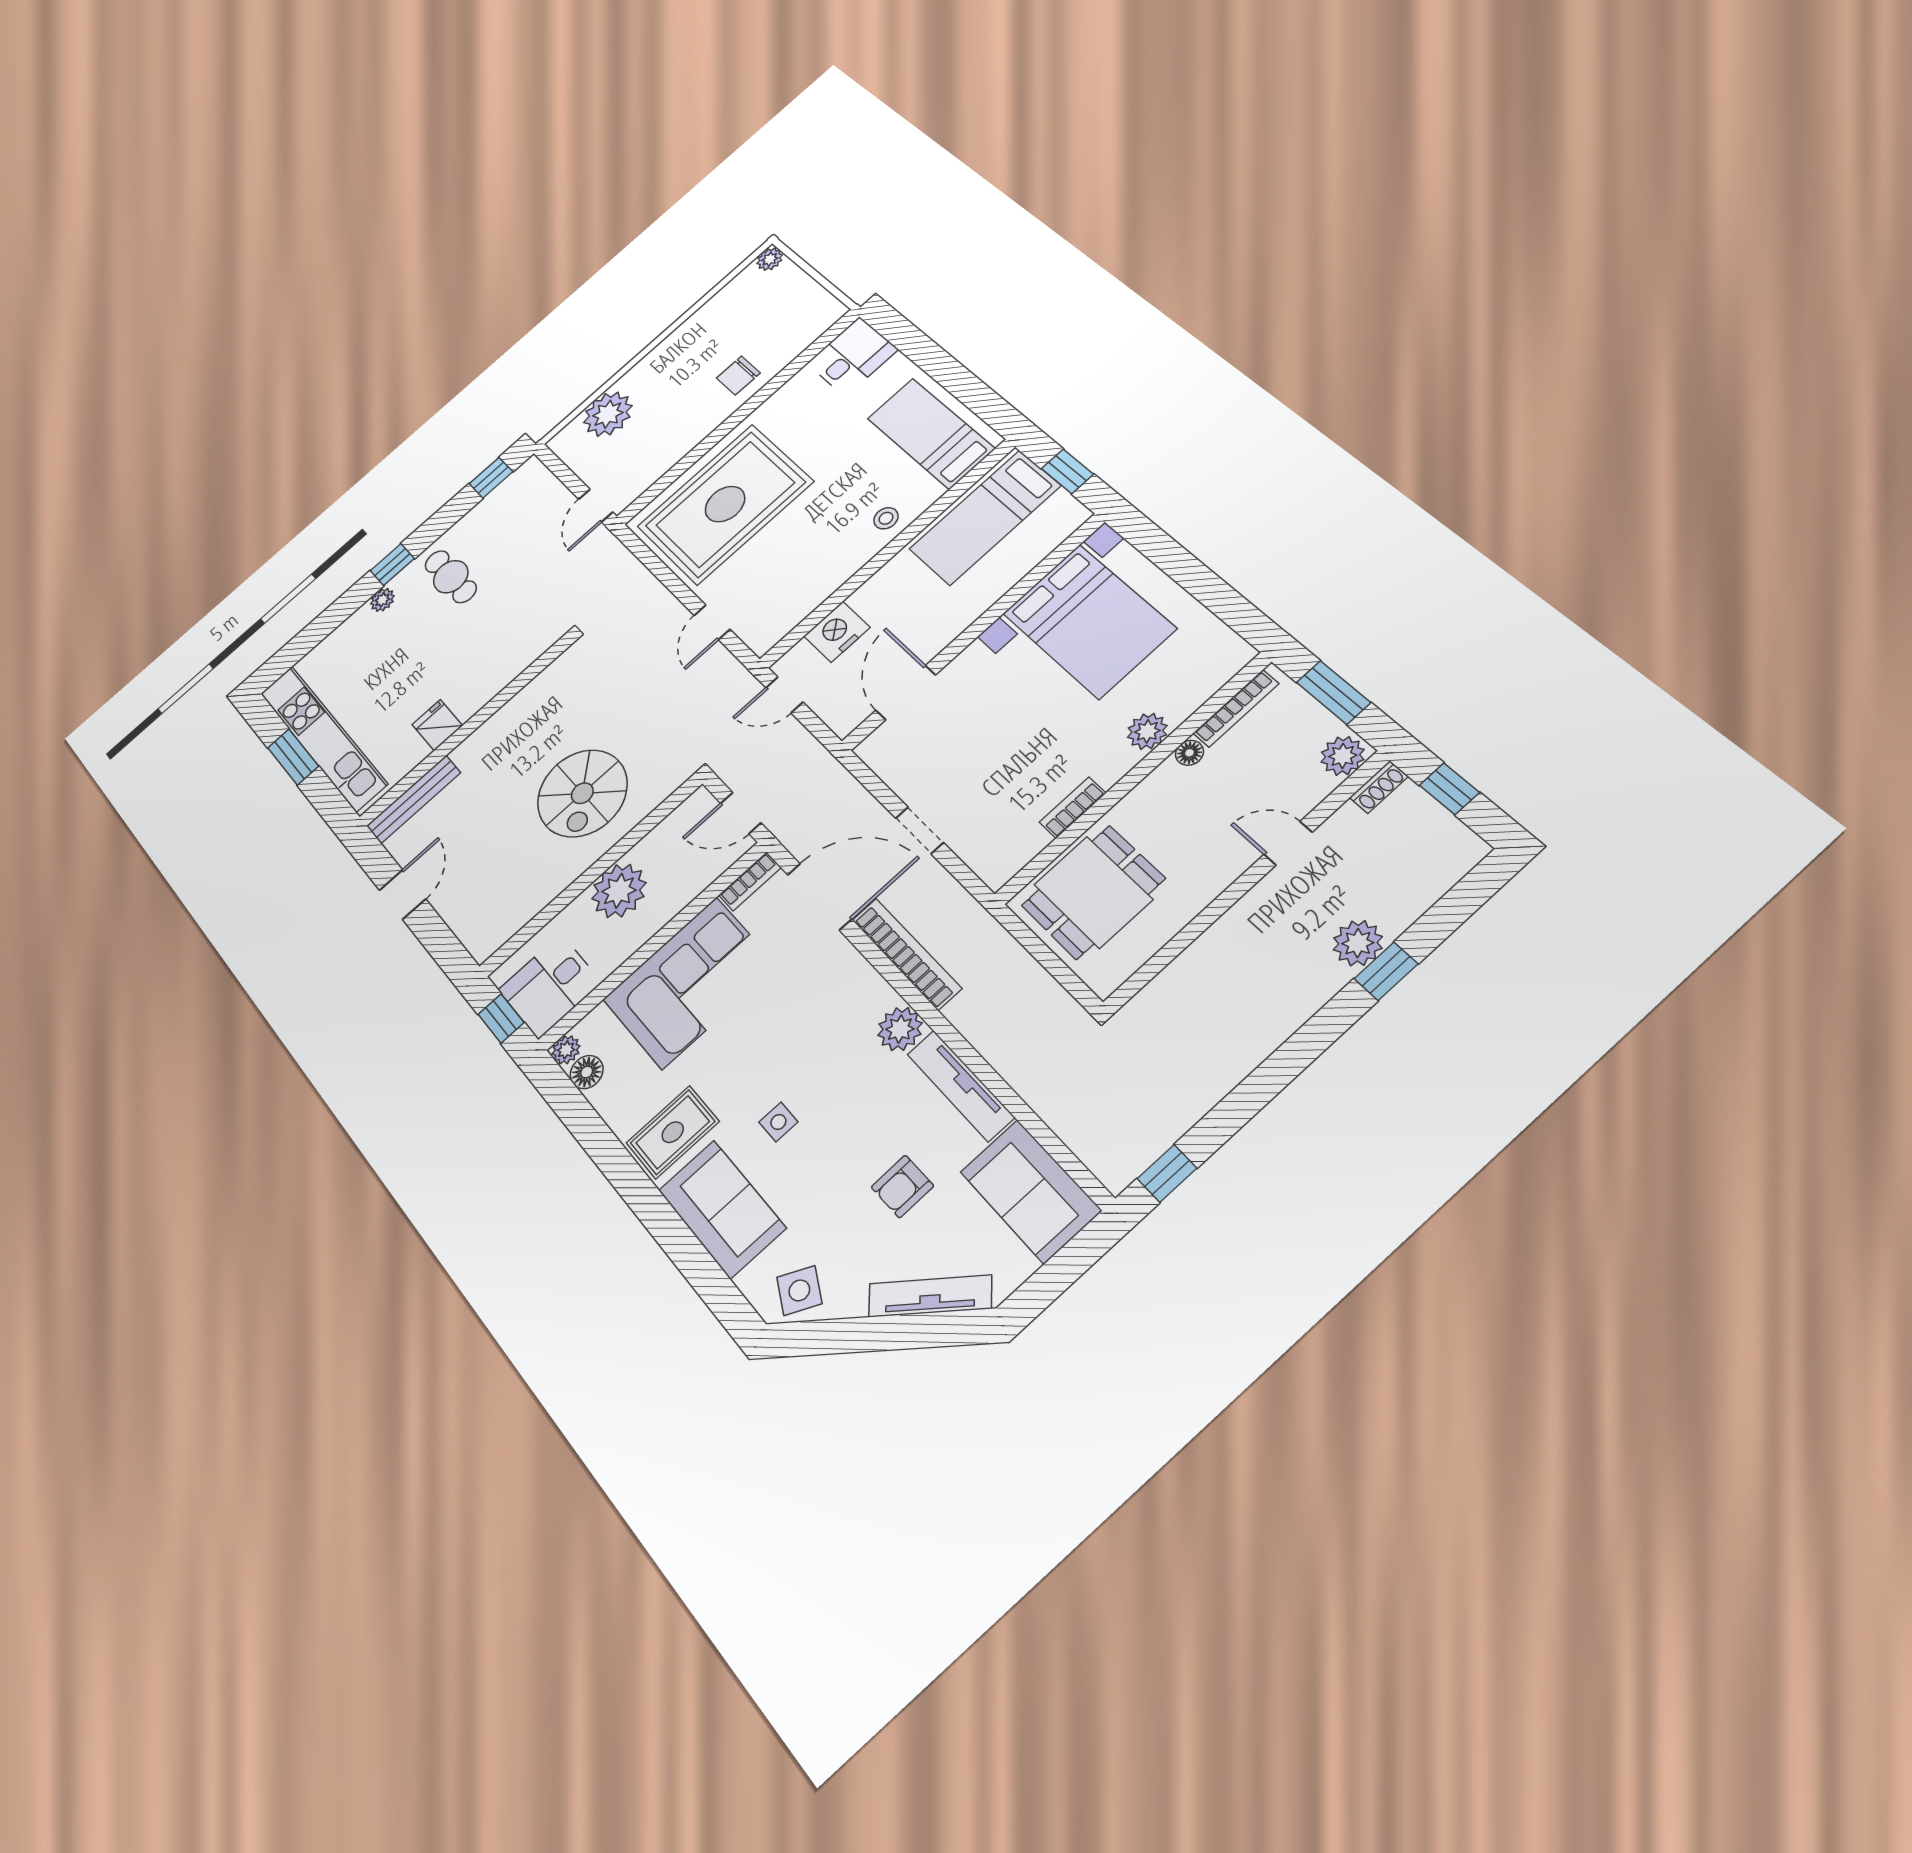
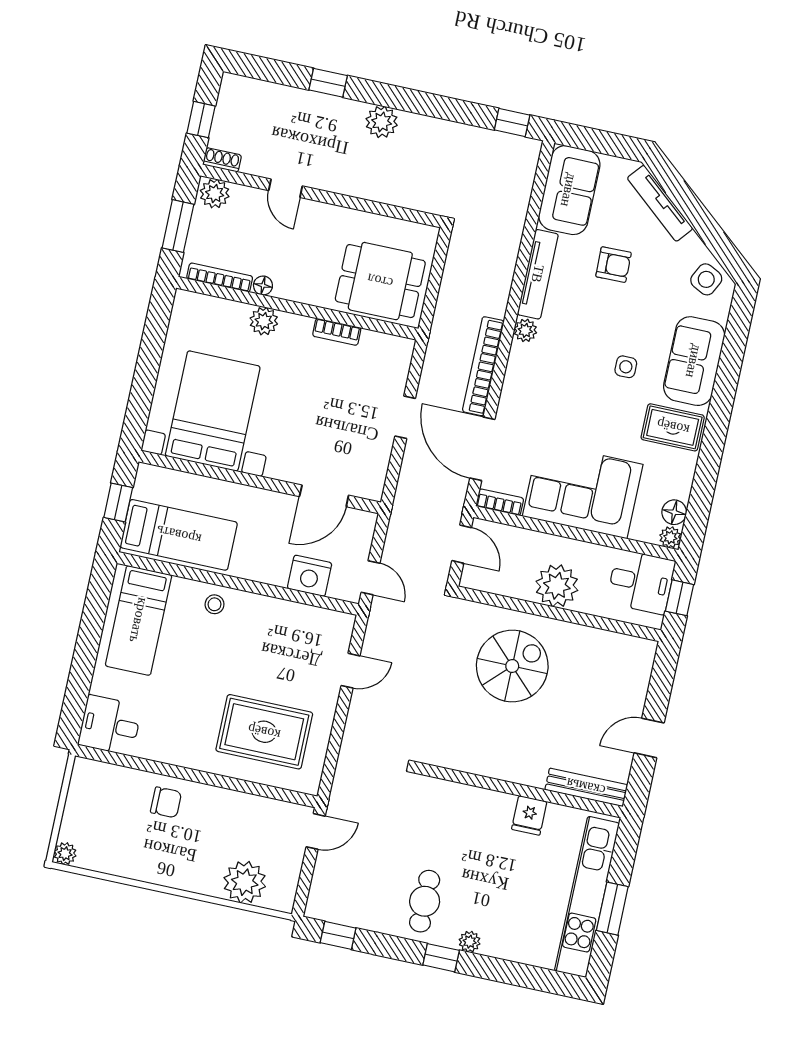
rug: (725, 504) -> (264, 732), width x0.73, depth x0.69
plant: (1358, 943) -> (382, 122), moved
plant: (900, 1029) -> (525, 330), width x0.73, depth x0.73

